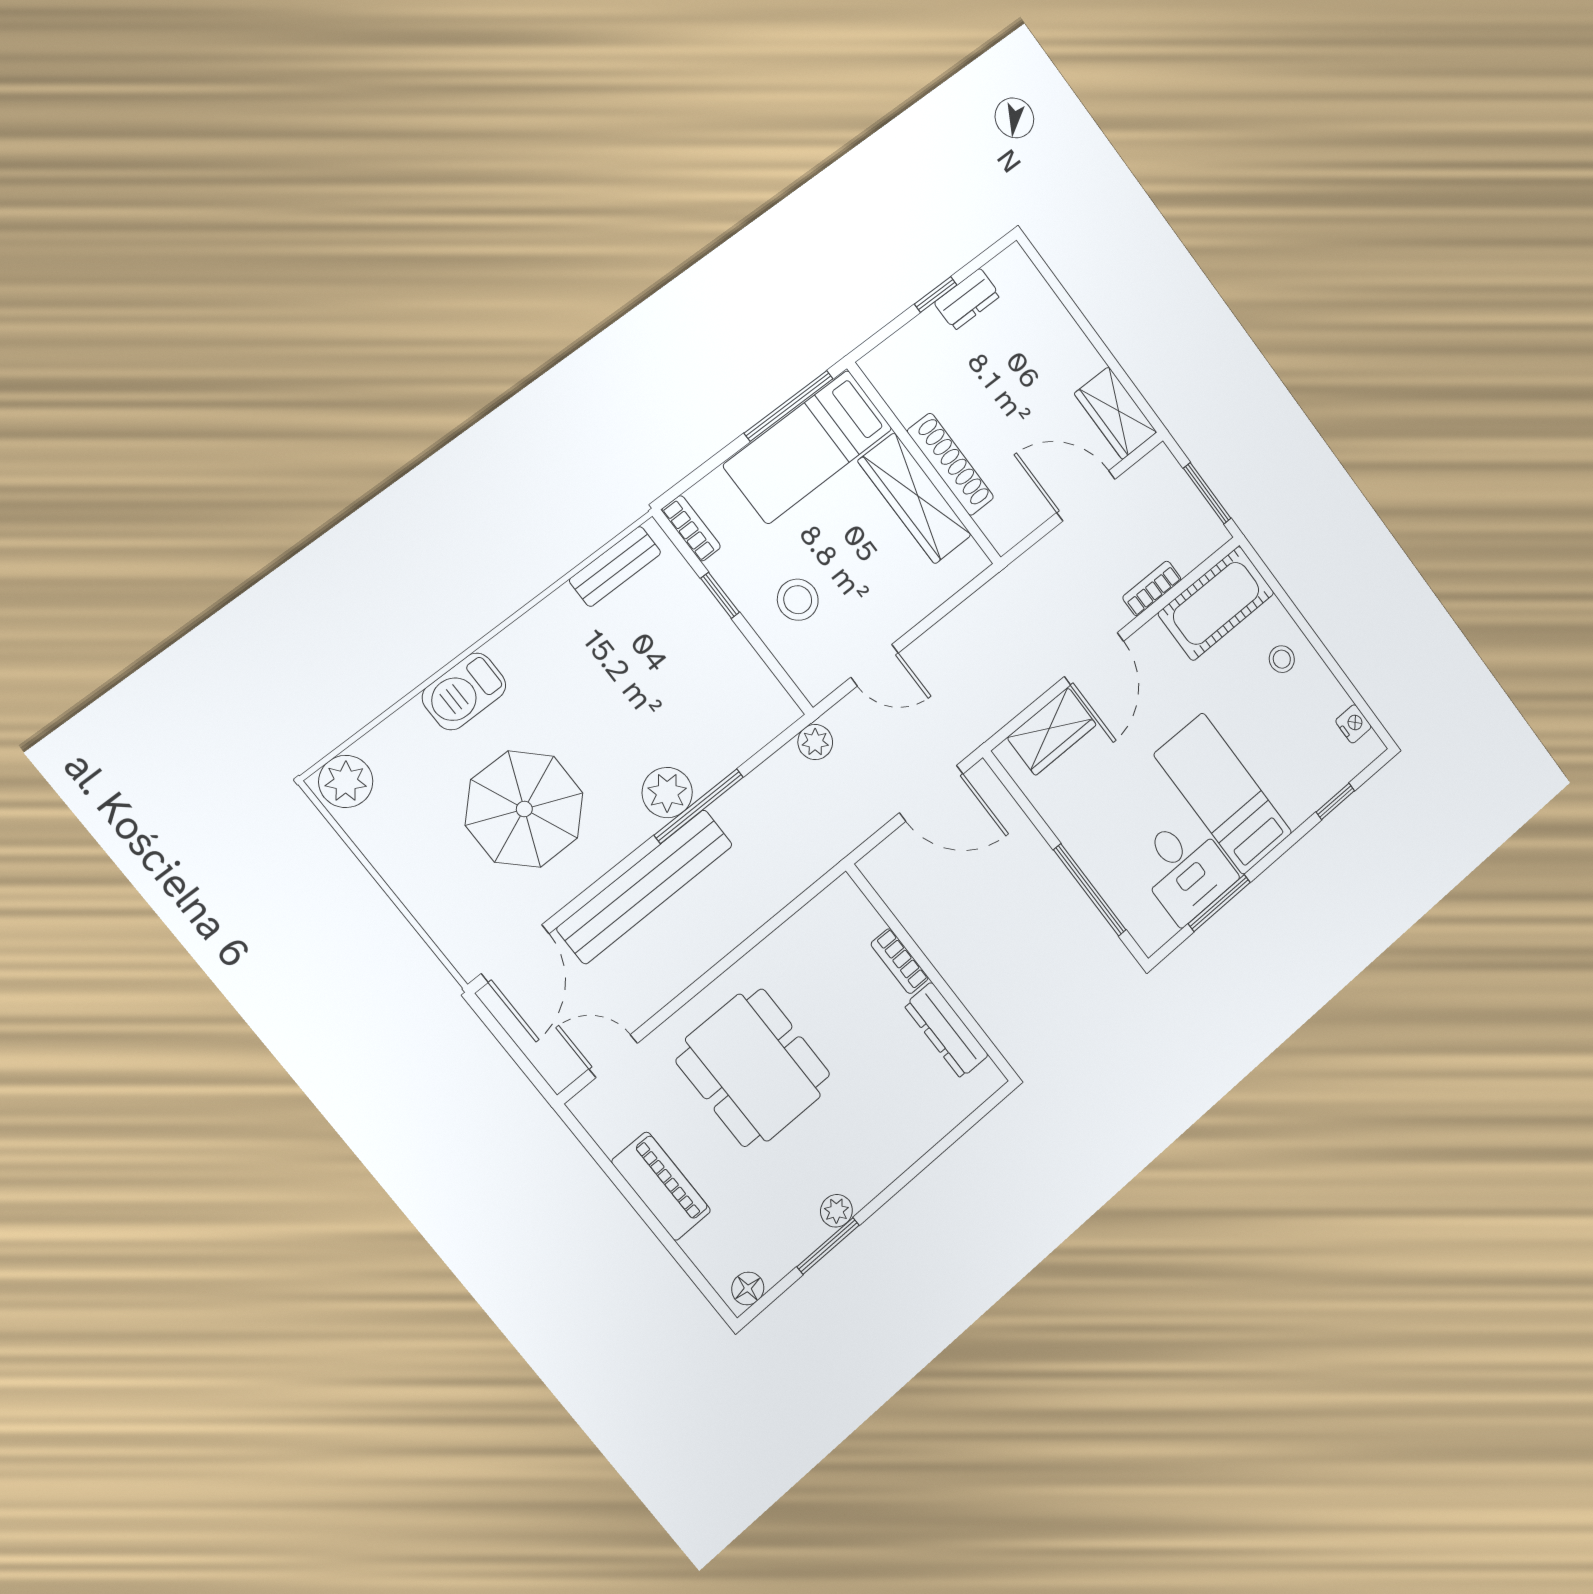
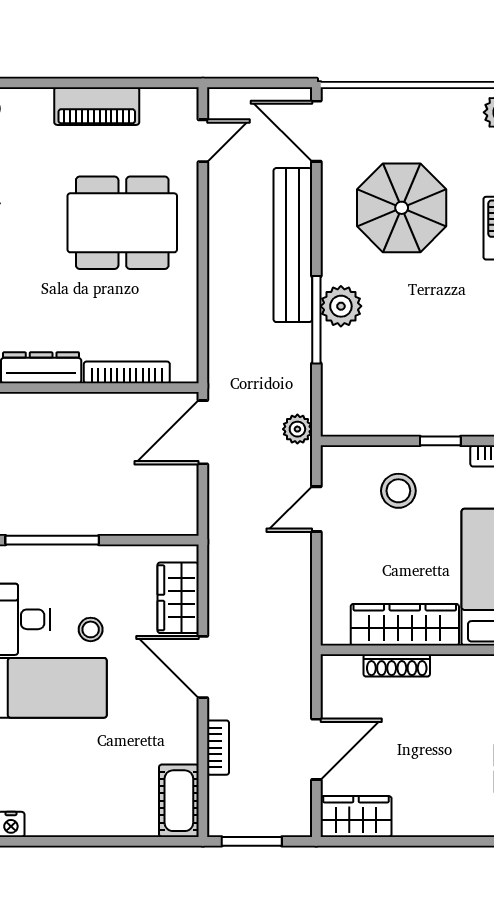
shoe rack: (950, 464) -> (397, 665), width x0.74, depth x0.81
cot: (1216, 603) -> (179, 801), width x0.73, depth x0.75
stool: (1282, 659) -> (91, 629), moved
door: (931, 793) -> (203, 432), moved
bookcase: (900, 961) -> (127, 372), width x1.56

